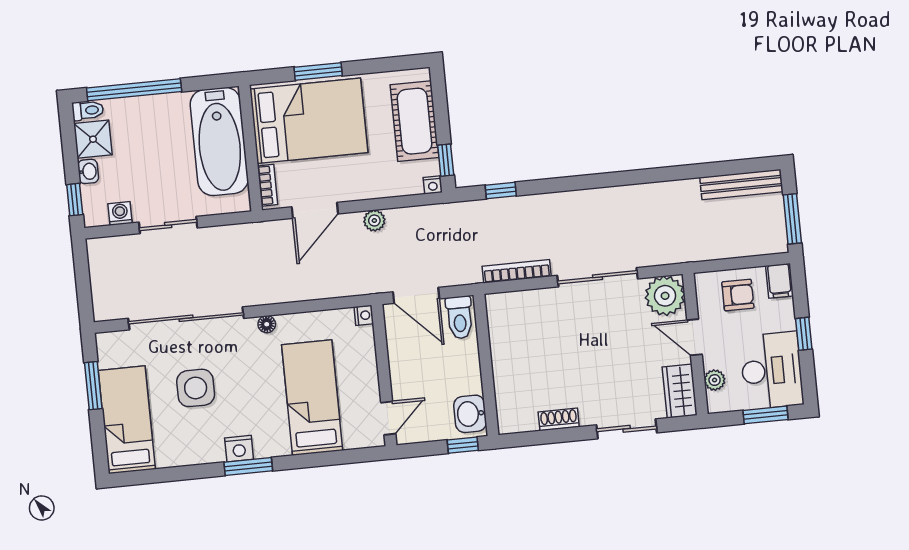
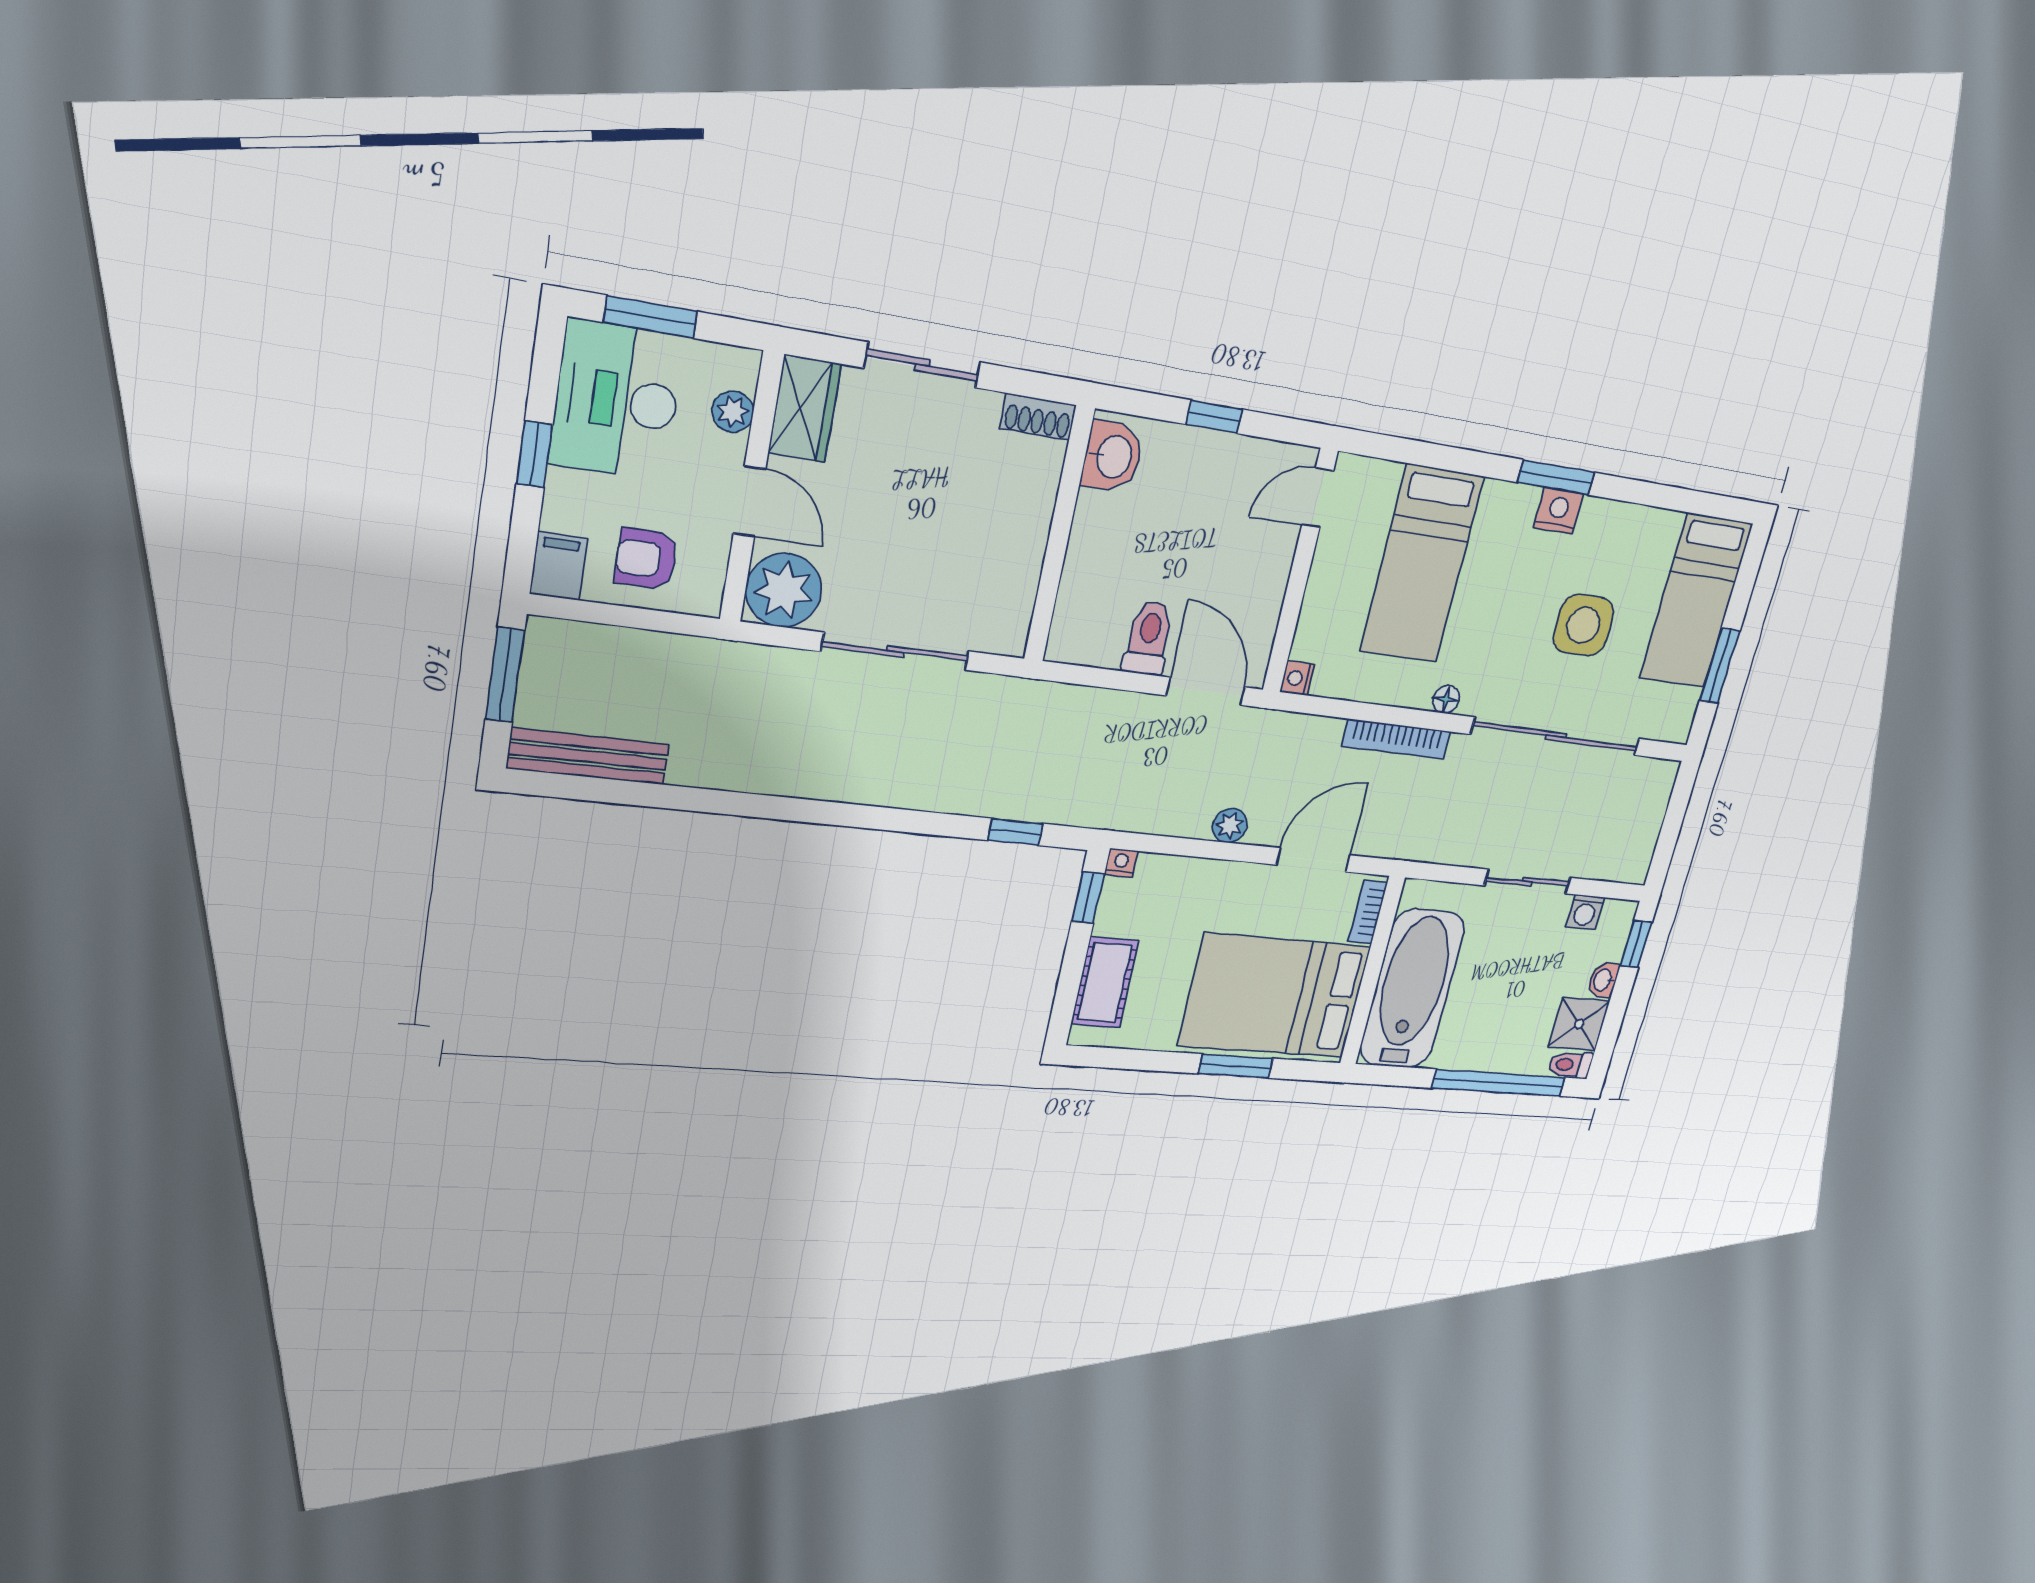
cot: (415, 121) -> (1105, 983), width x0.73, depth x0.75
bookcase: (517, 271) -> (1396, 739), moved
wall: (486, 365) -> (1059, 535), moved
washbasin: (470, 414) -> (1113, 457), moved

